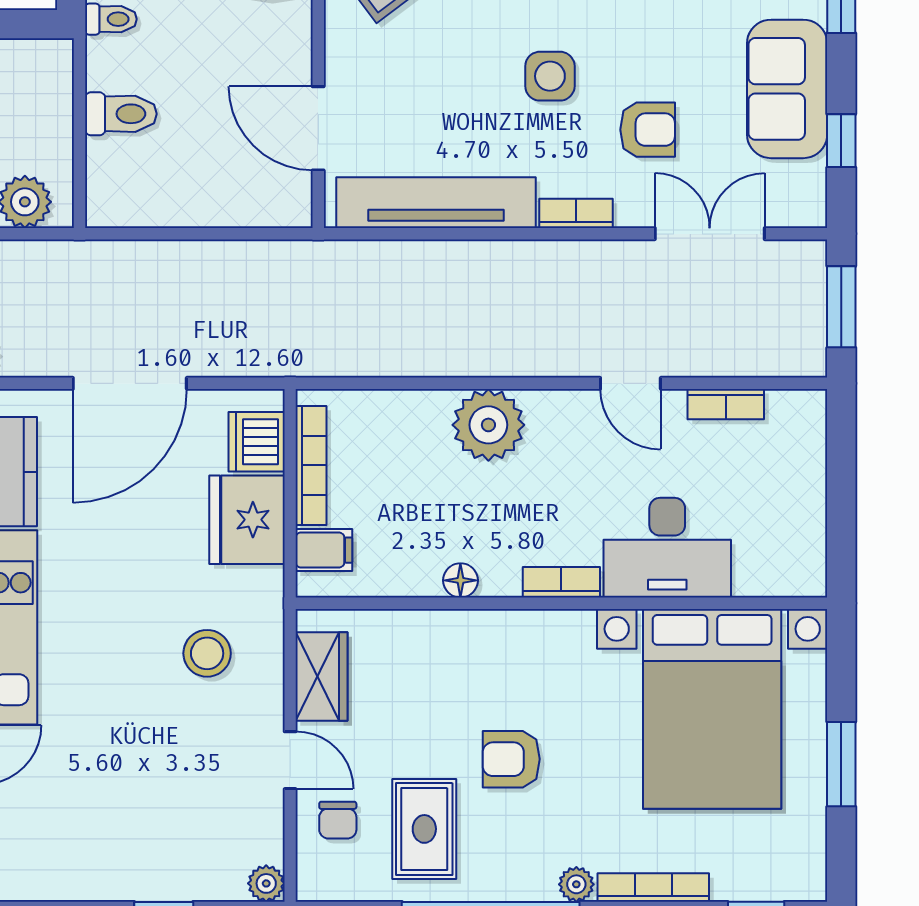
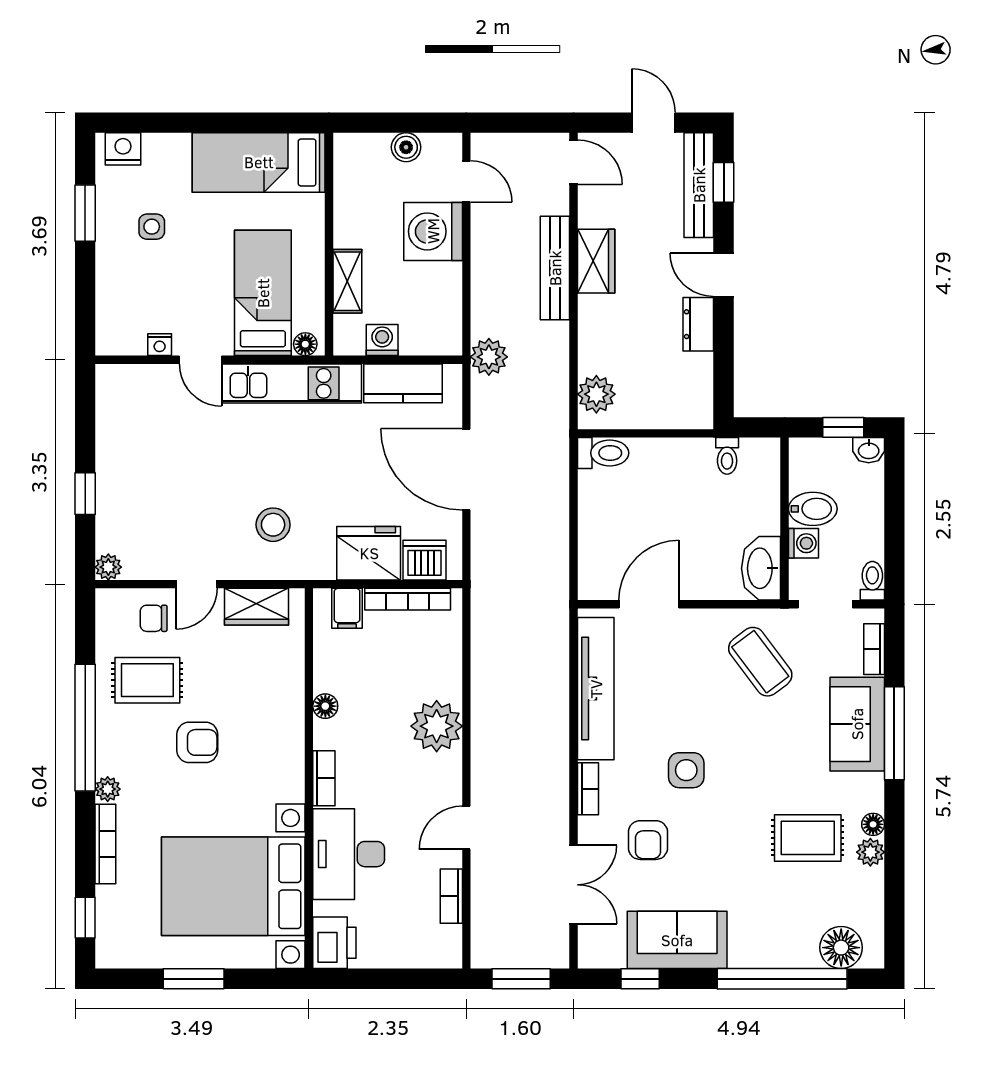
toilet: (121, 114) -> (603, 453), moved, turned -90
printer: (791, 568) -> (334, 943), added
armchair: (511, 759) -> (197, 742), turned 90

